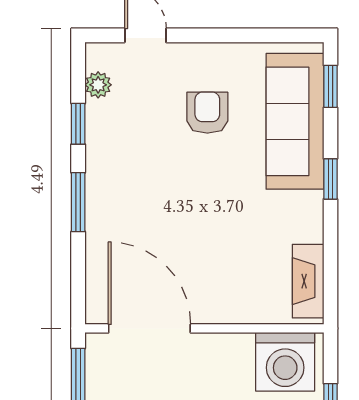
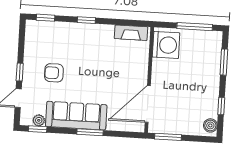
window: (204, 35) -> (20, 72), added
sofa: (295, 121) -> (76, 116), moved, turned 180
window: (78, 124) -> (38, 129), moved

